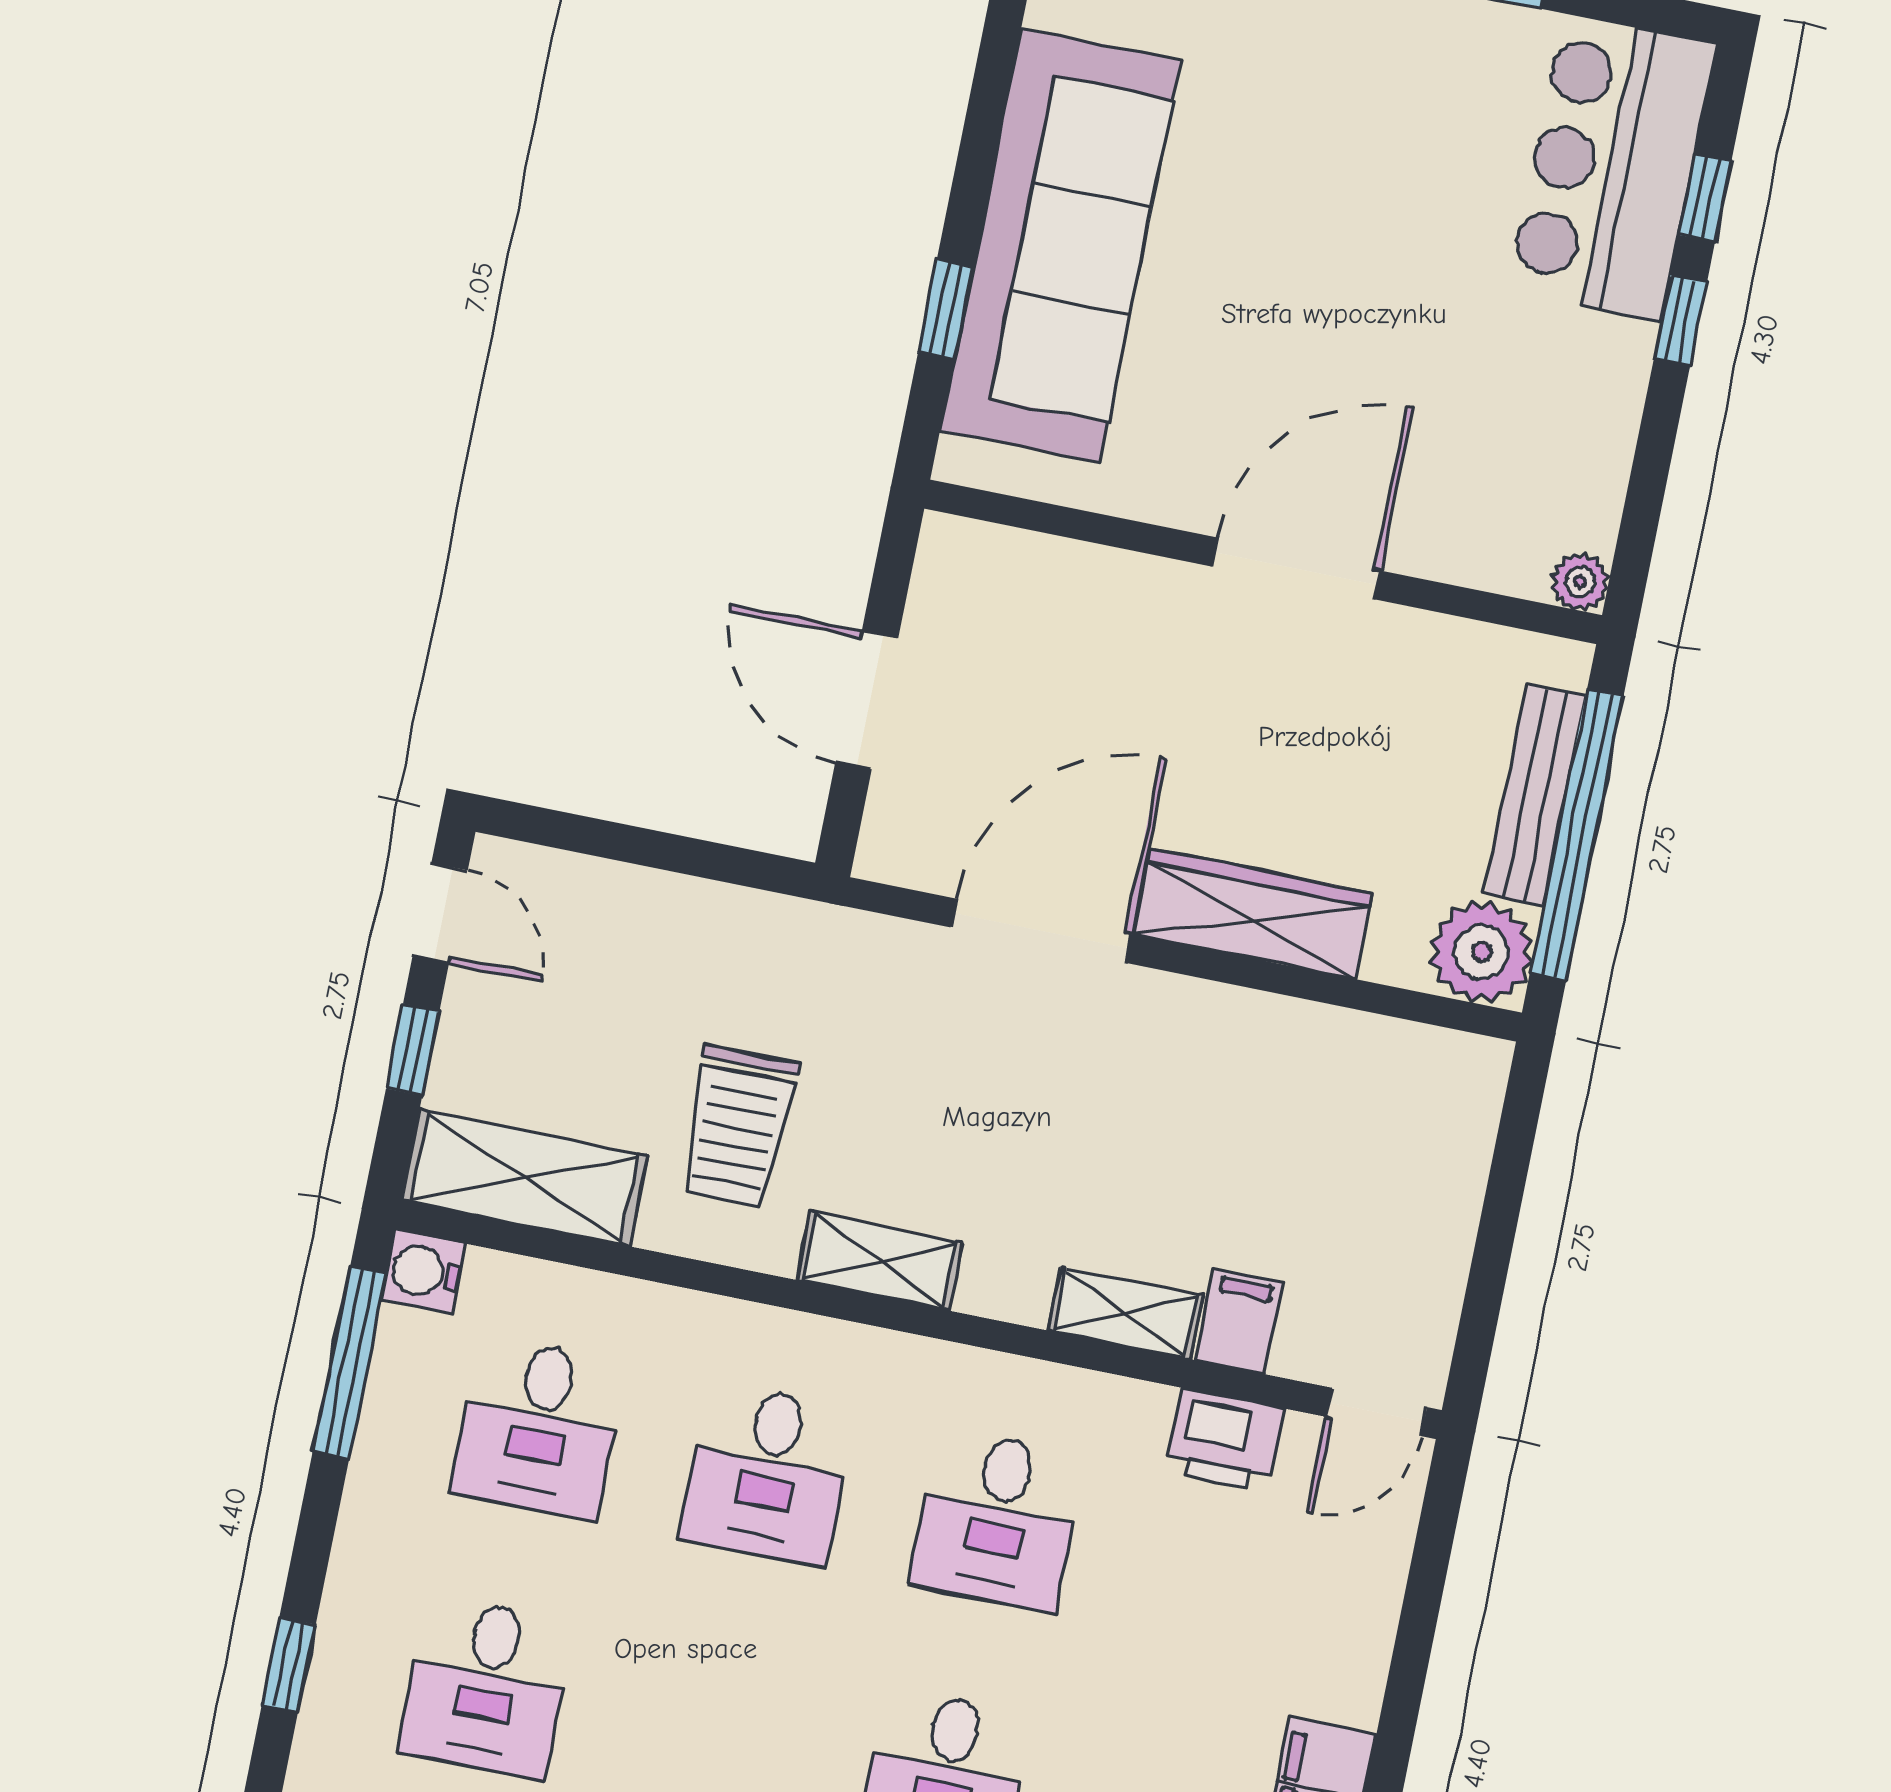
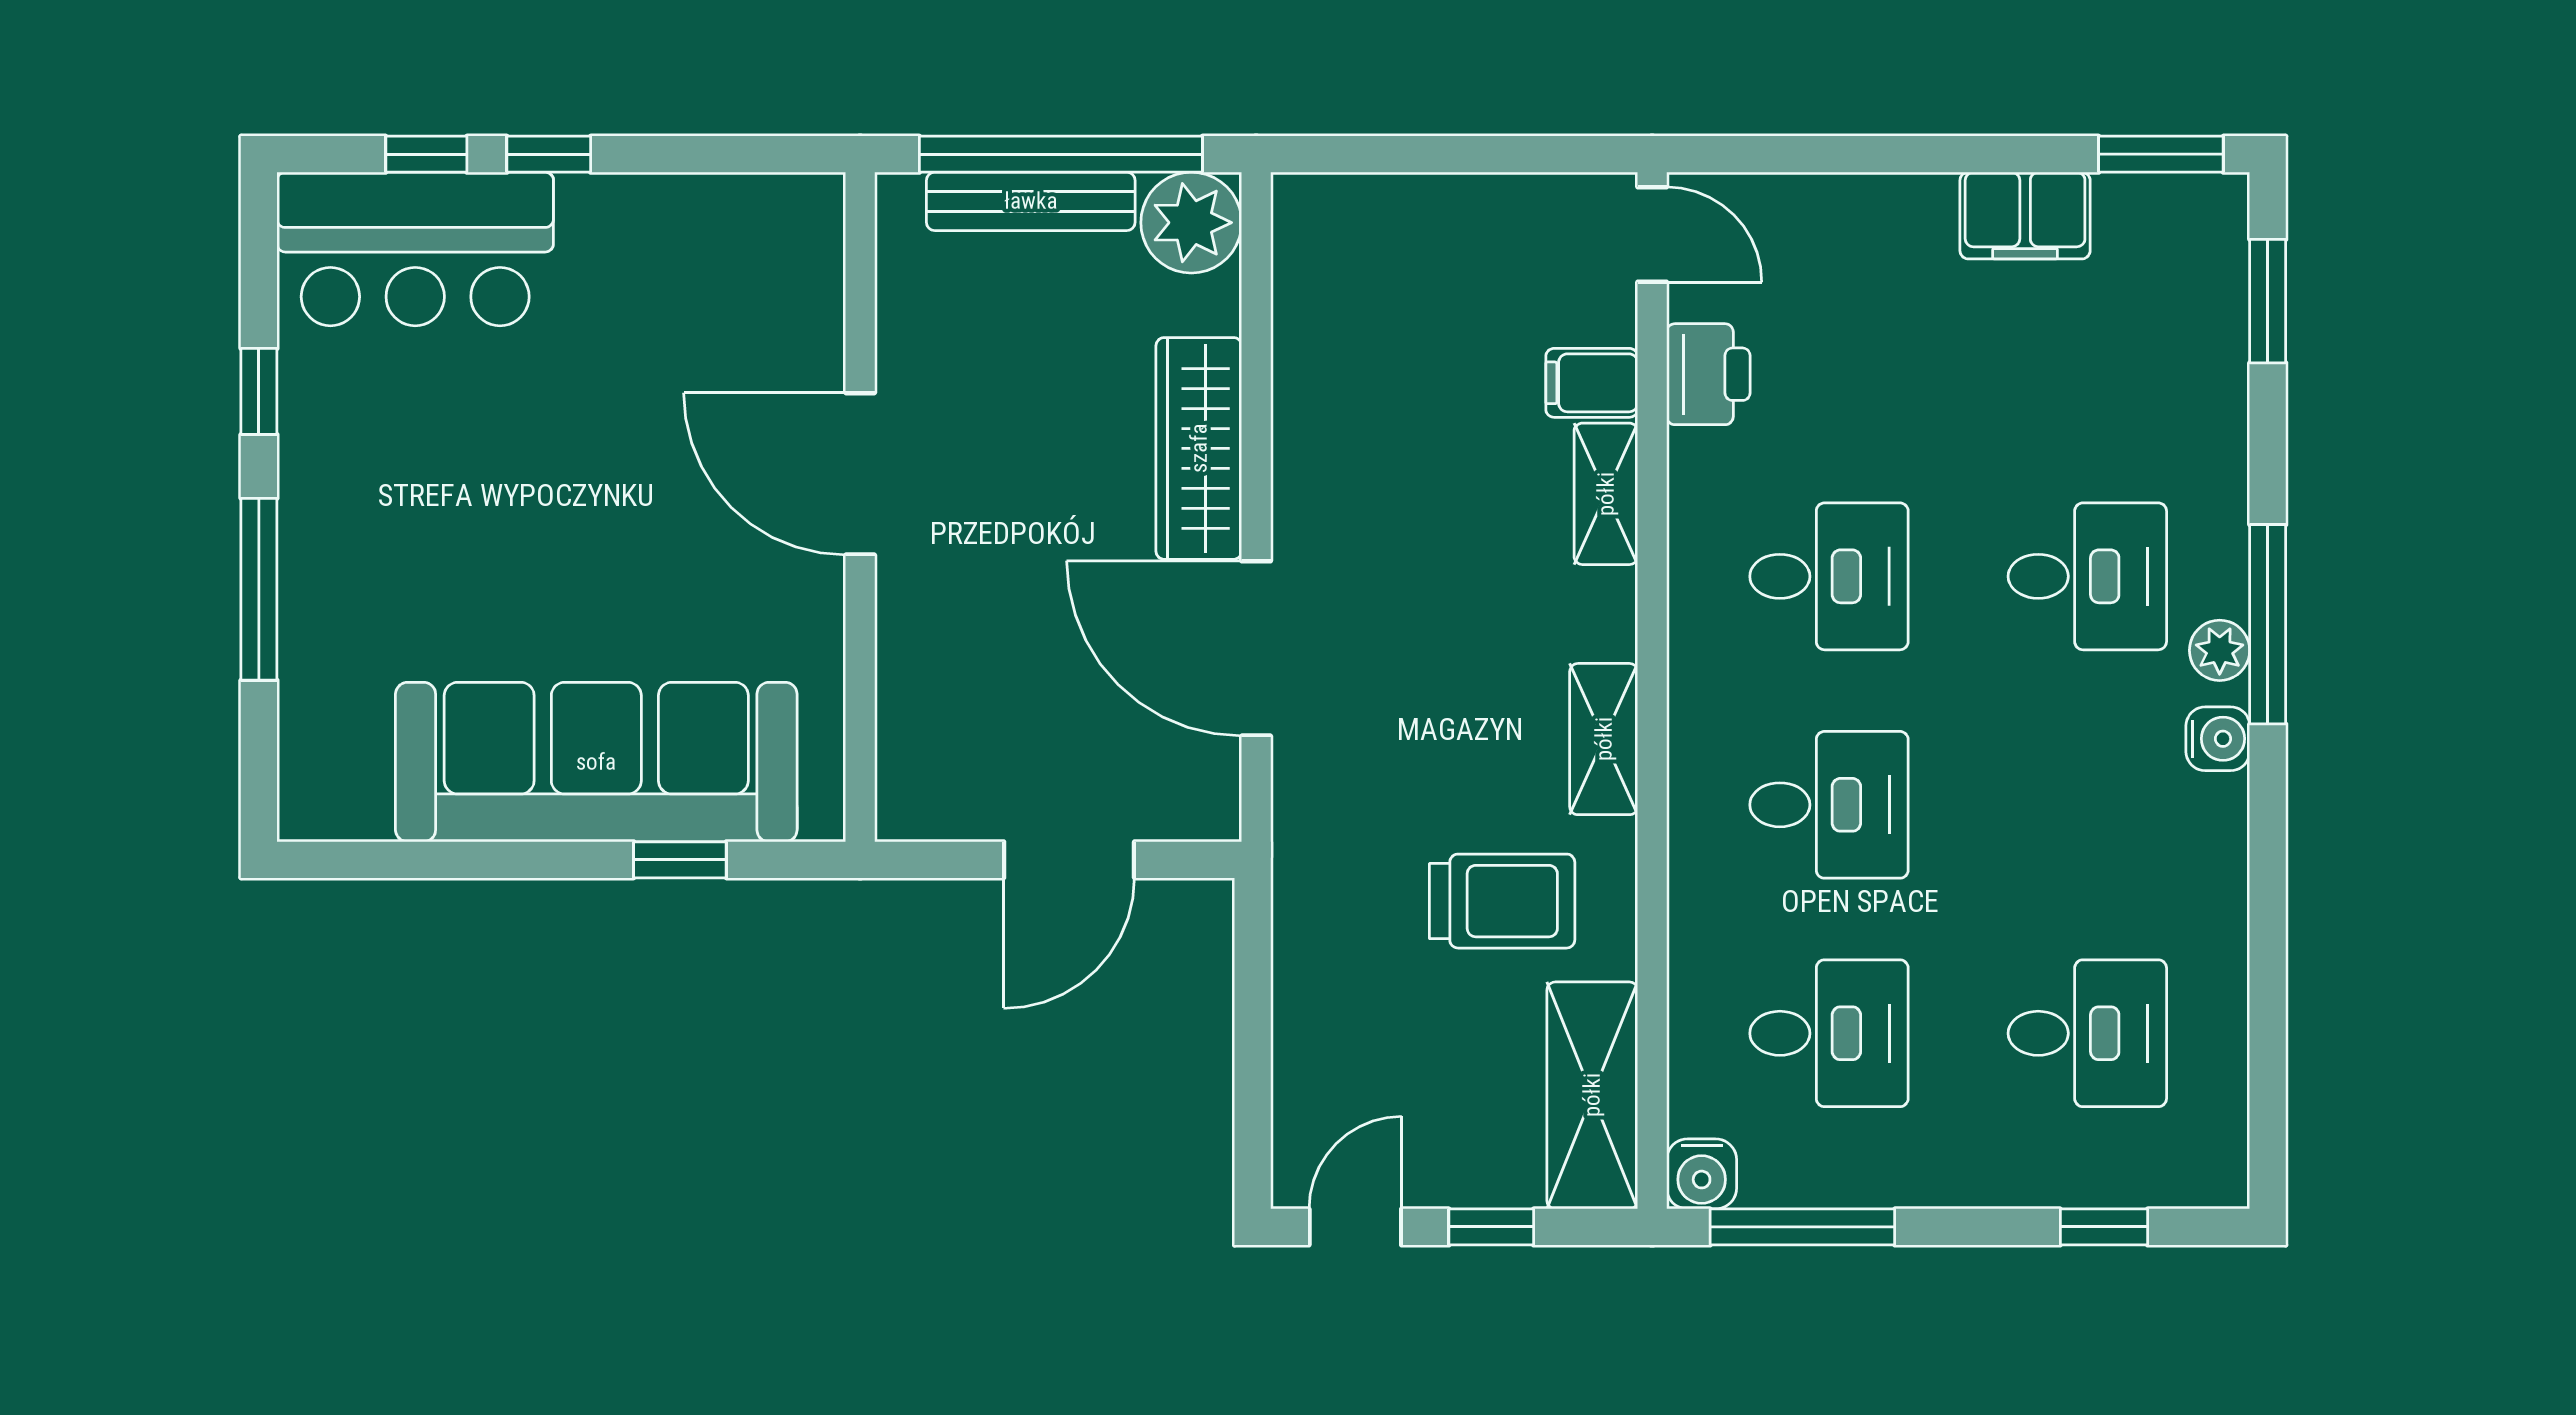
plant: (1580, 582) -> (818, 200), removed

